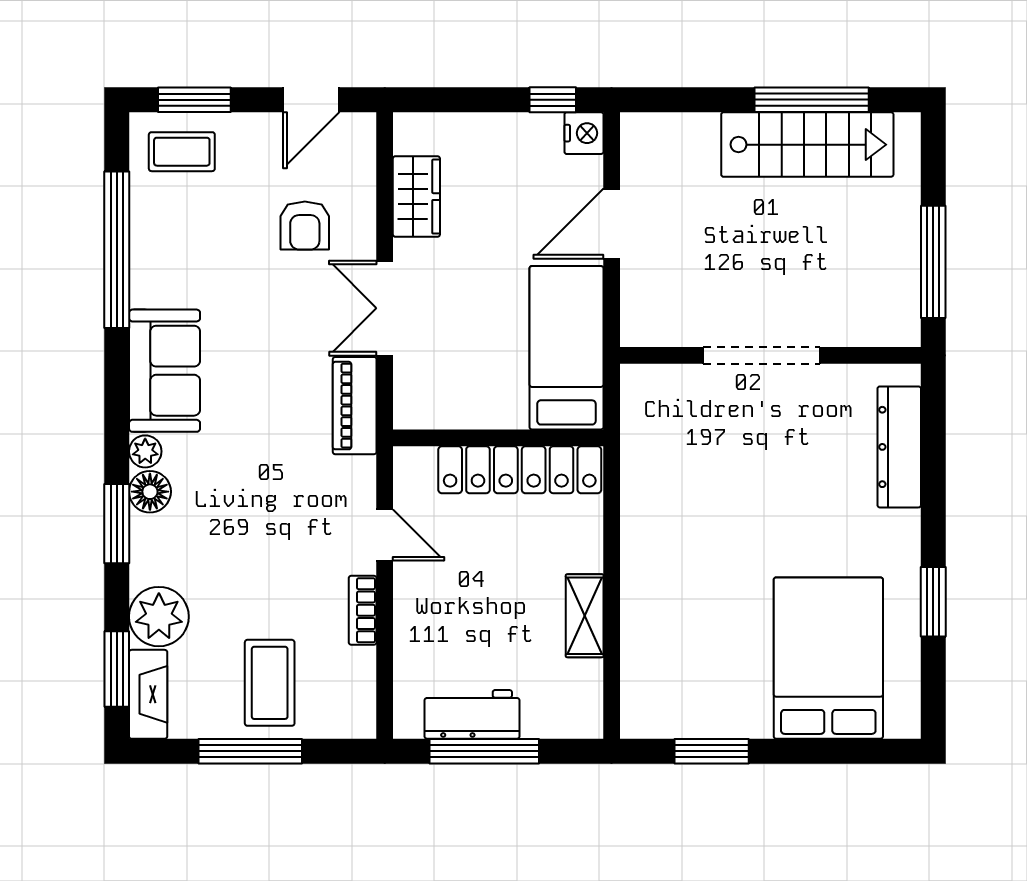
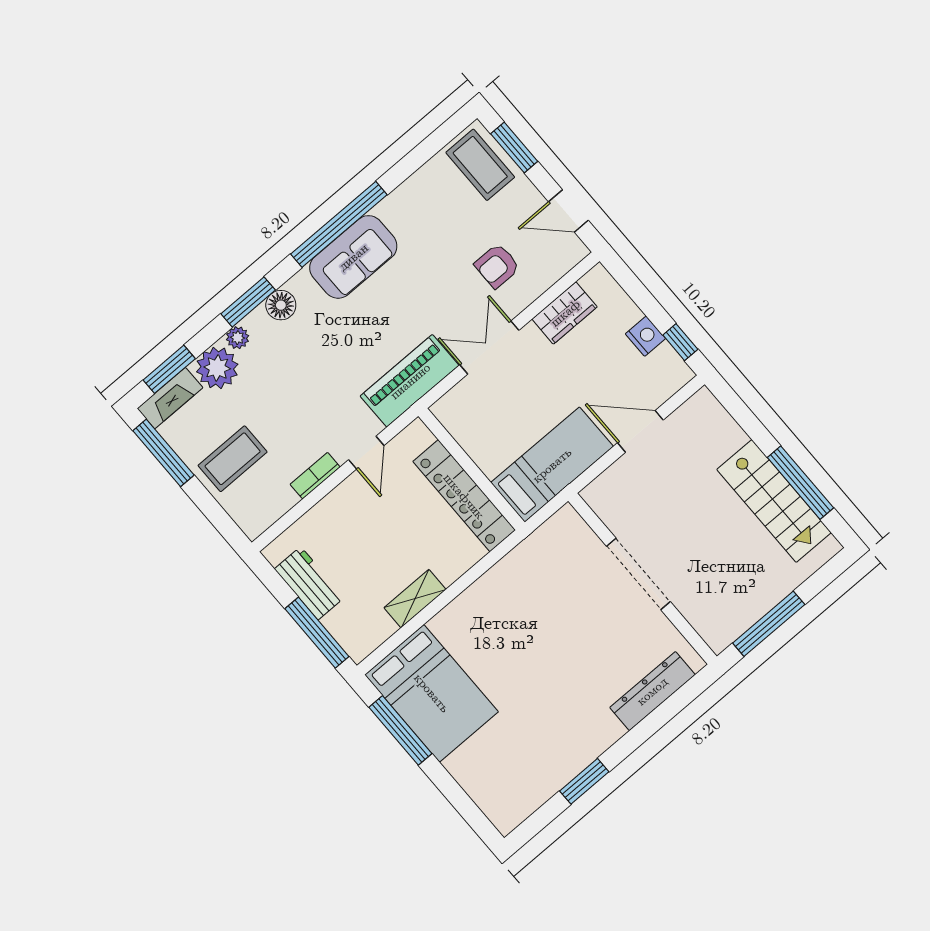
nightstand: (584, 133) -> (645, 336), moved, turned -90
coffee table: (182, 152) -> (480, 165), width x1.36, depth x1.30
window: (117, 250) -> (339, 224), moved
piano: (355, 406) -> (410, 381), width x1.37, depth x1.33
plant: (145, 451) -> (238, 338), moved
bed: (828, 658) -> (432, 693), moved, turned 90
window: (250, 751) -> (163, 453), moved
window: (484, 751) -> (317, 633), moved
window: (712, 751) -> (400, 730), width x1.44

